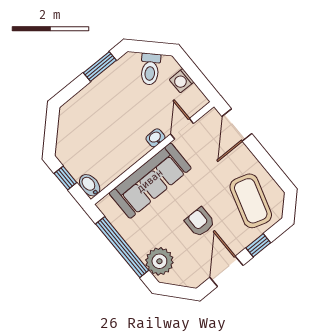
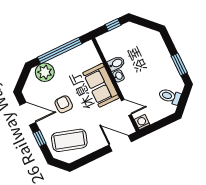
washing machine: (182, 81) -> (142, 122), moved
washbasin: (155, 138) -> (118, 76), moved
sofa: (150, 181) -> (101, 85), width x0.73
bidet: (90, 185) -> (116, 63), moved
armchair: (200, 222) -> (64, 104), turned -90

